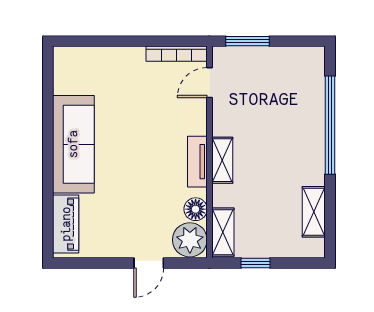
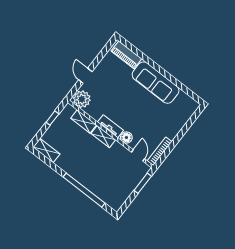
floor lamp: (196, 209) -> (126, 138), moved
shelving: (314, 212) -> (46, 150), moved
shelving: (223, 232) -> (84, 122), moved

